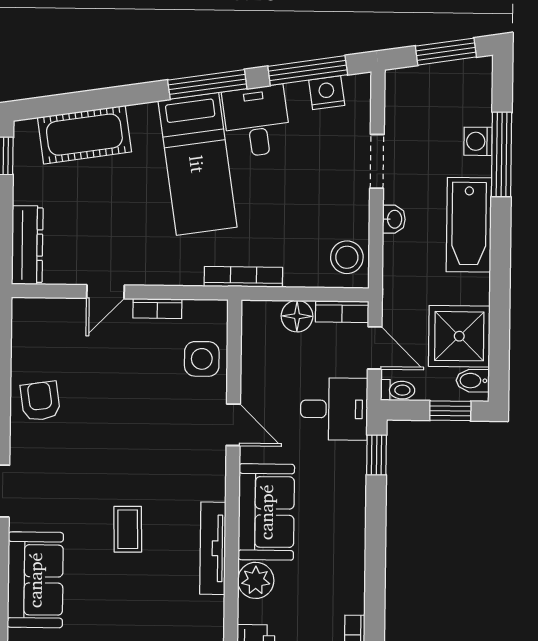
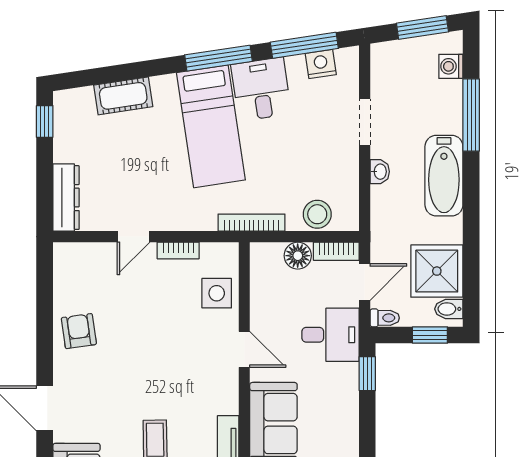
cot: (84, 135) -> (123, 96), width x0.73, depth x0.75
washing machine: (478, 141) -> (451, 66), moved
stool: (347, 257) -> (317, 214), moved
door: (375, 348) -> (365, 282), hinge flipped

